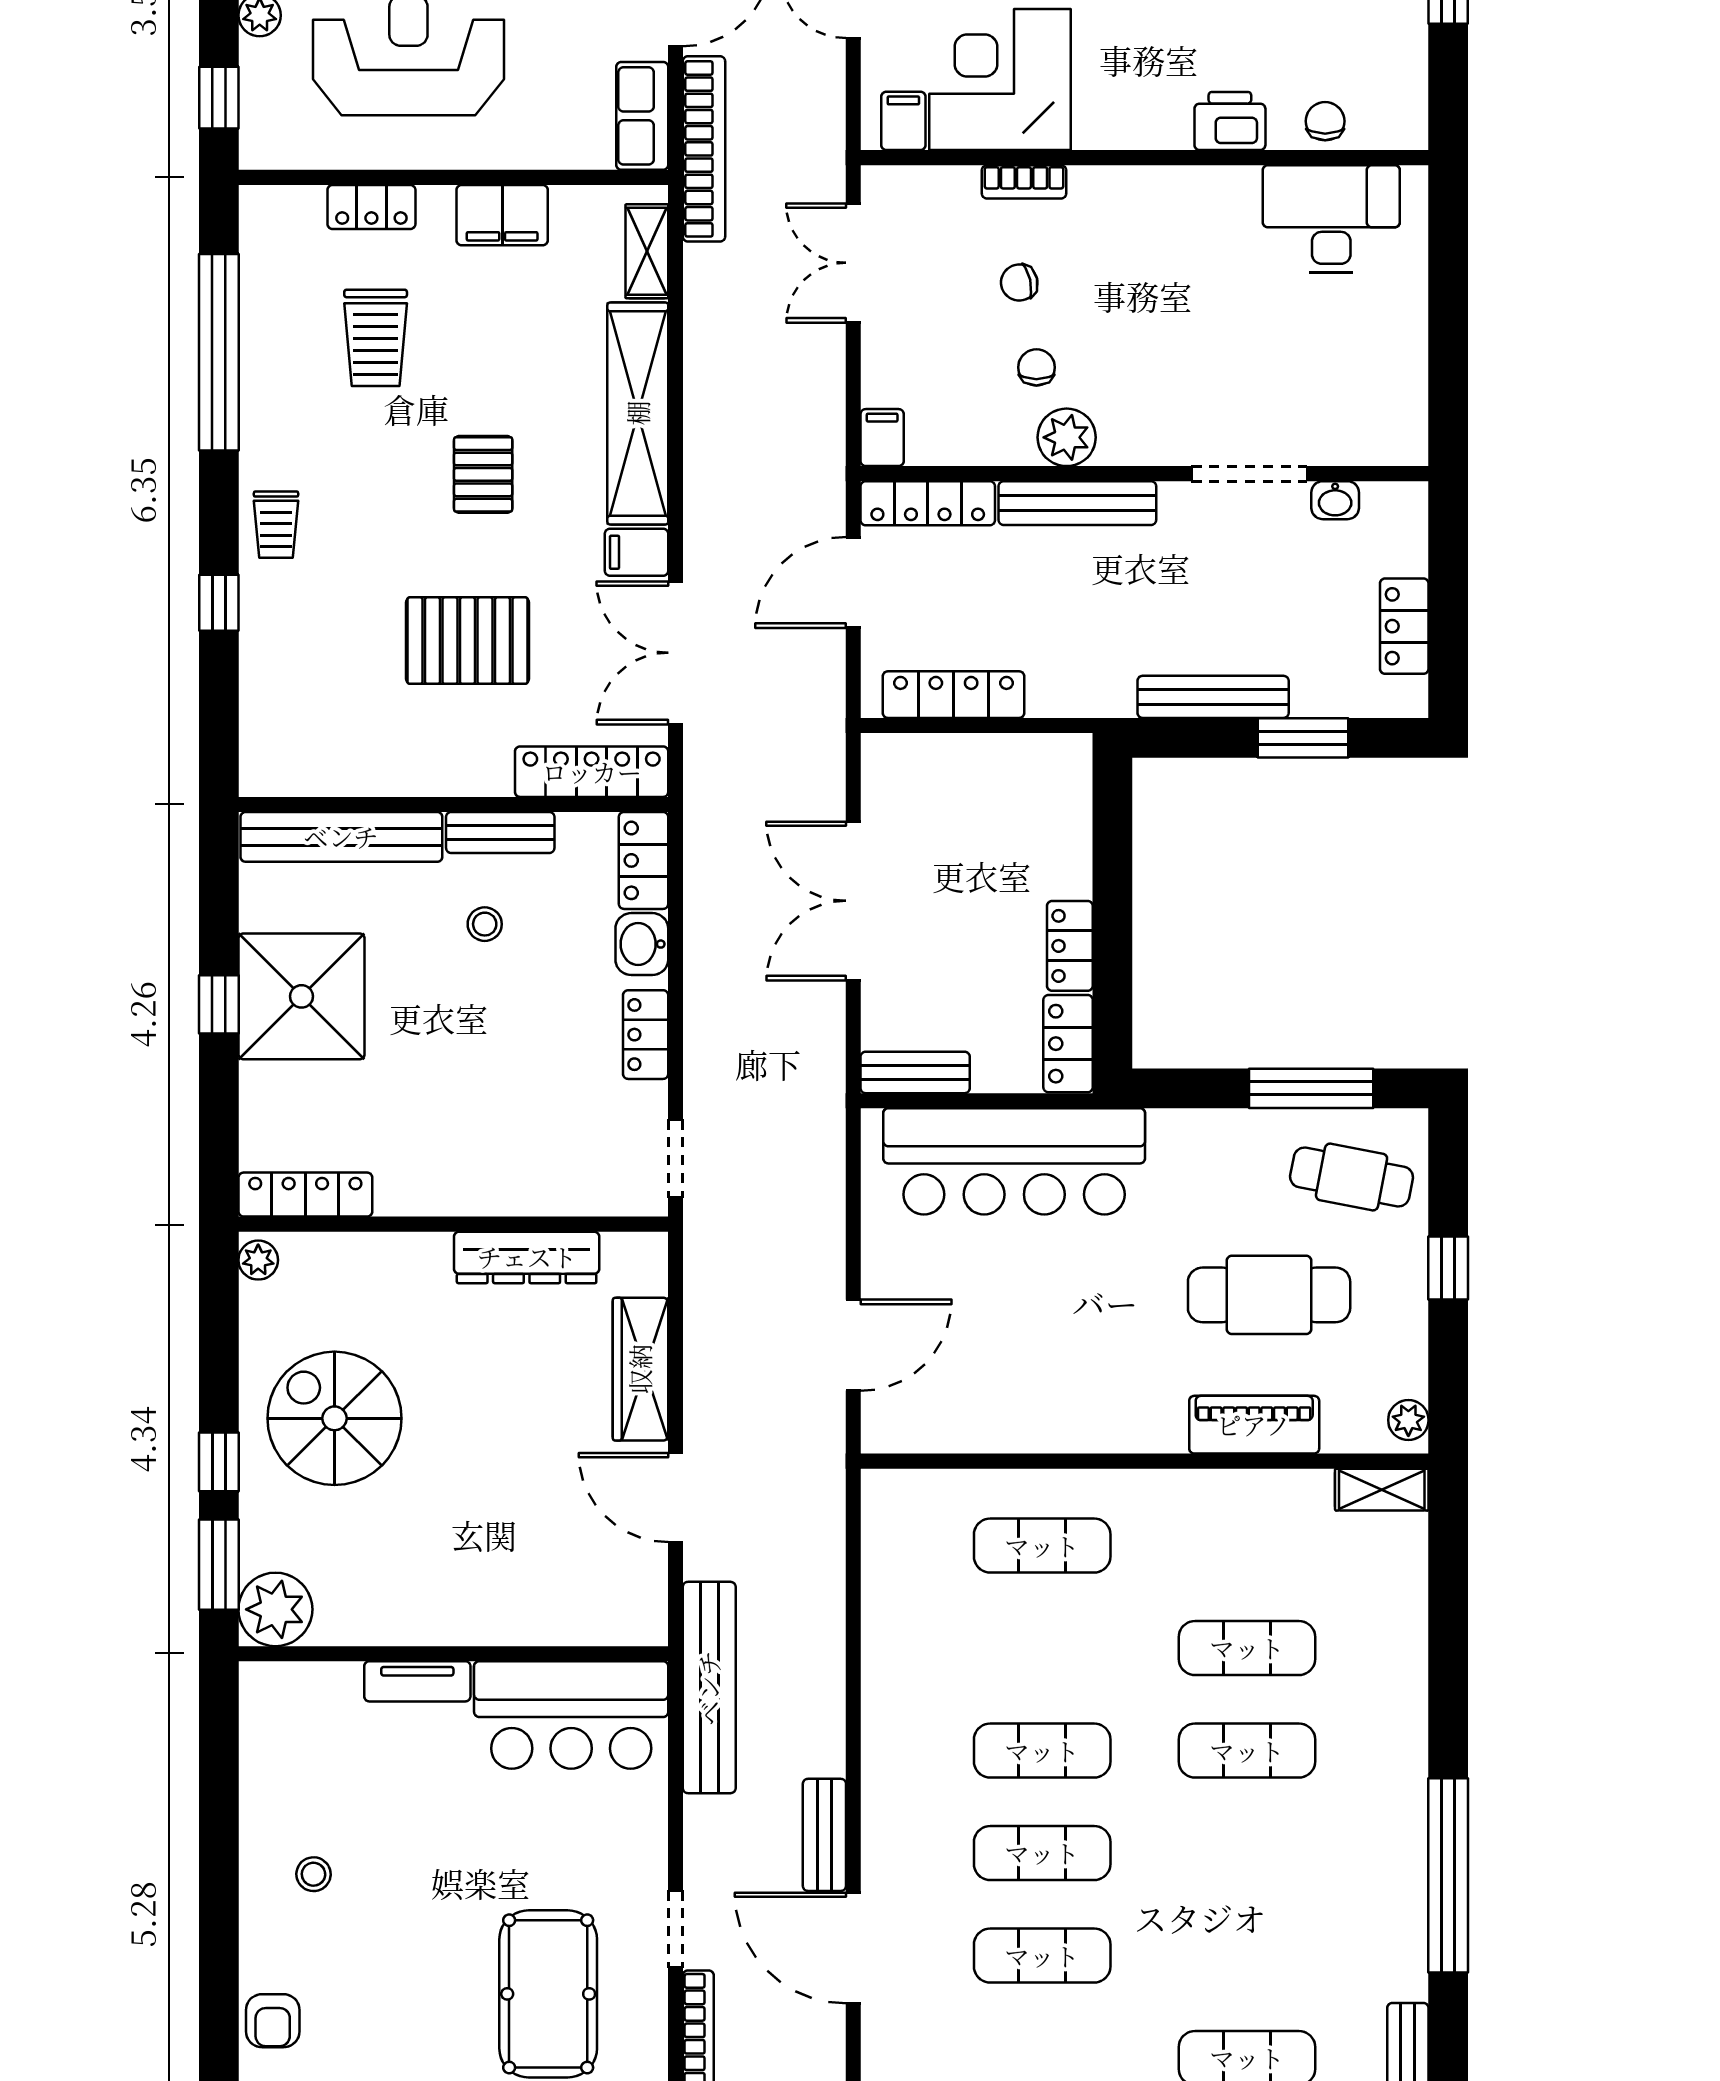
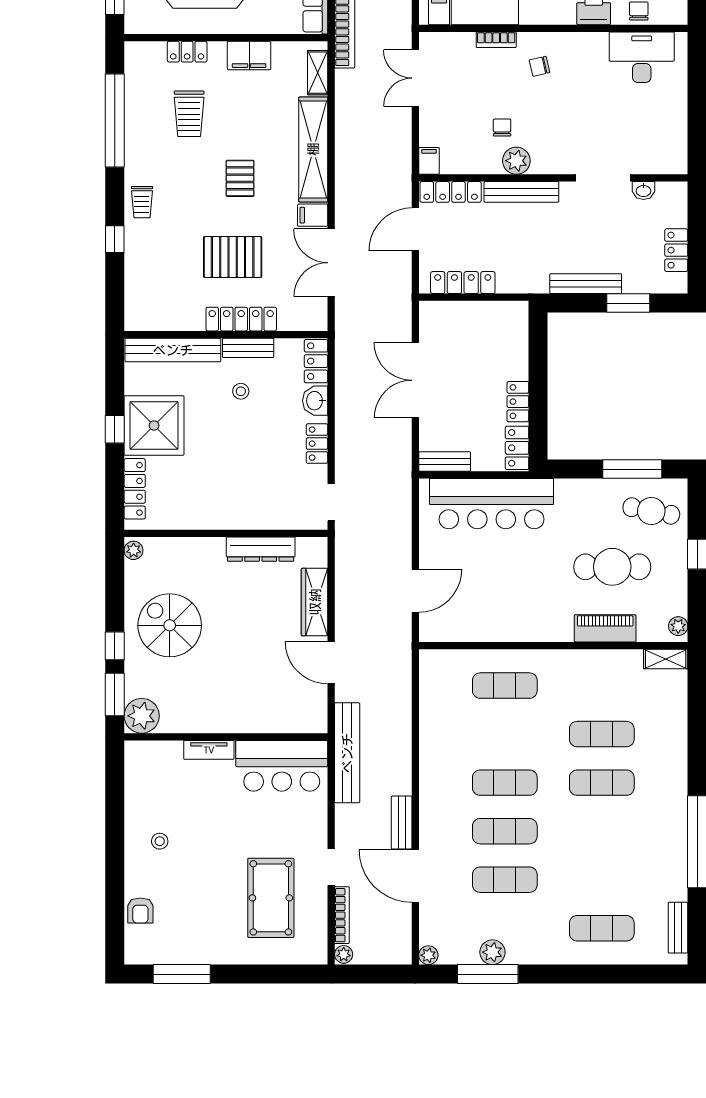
chair: (1019, 283) -> (539, 66), moved
locker: (592, 772) -> (241, 319), moved
locker: (305, 1195) -> (135, 489), moved, turned 90

